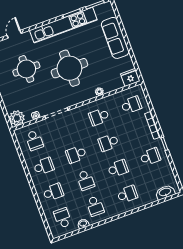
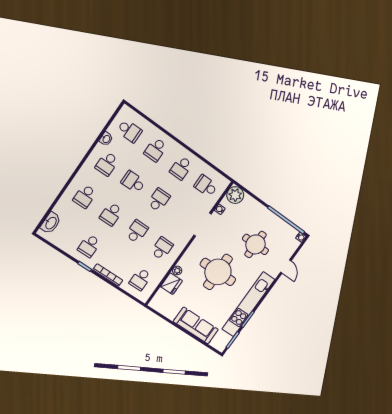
fridge: (130, 77) -> (171, 284), moved
school desk: (95, 206) -> (107, 164), turned -90

